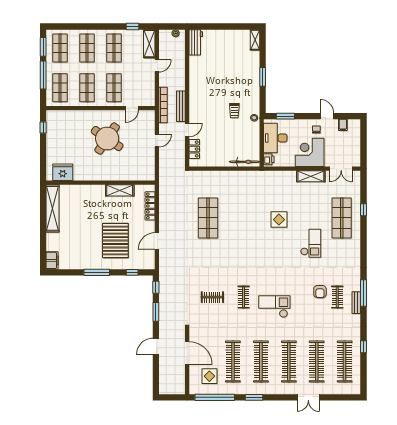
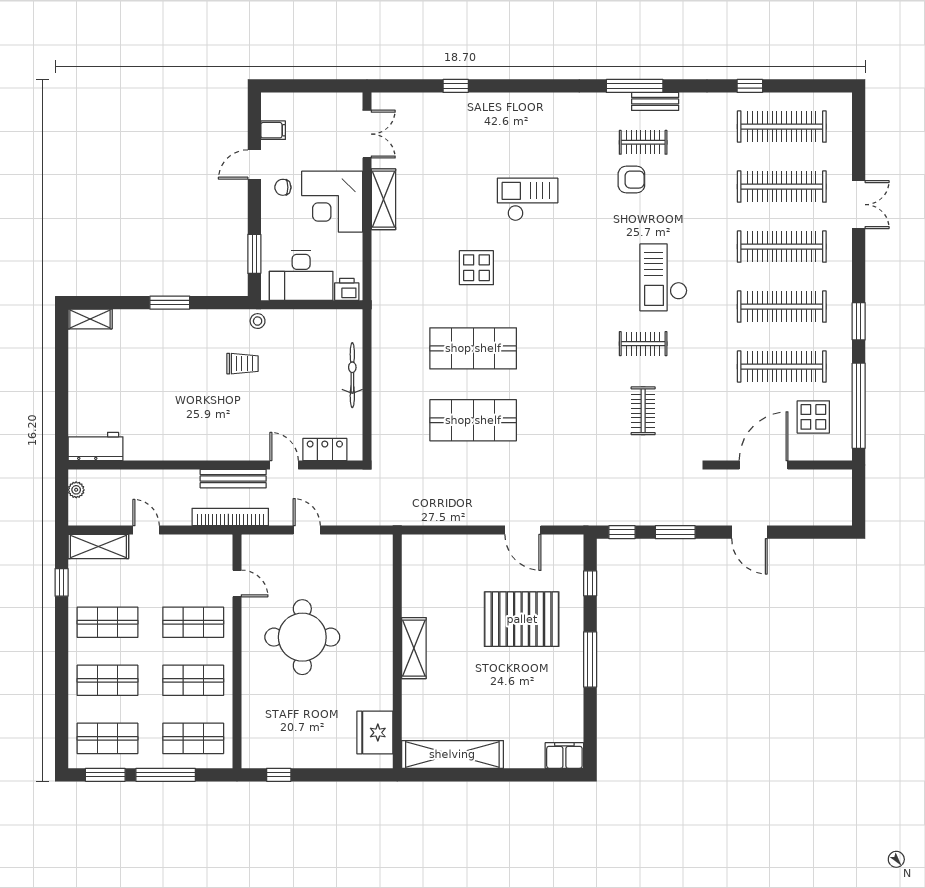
round table: (107, 139) -> (302, 637), turned -34
bicycle: (245, 162) -> (352, 375), moved
shelving: (120, 190) -> (414, 648), moved
locker: (150, 206) -> (447, 545), removed
shop shelf: (342, 218) -> (473, 348), moved

